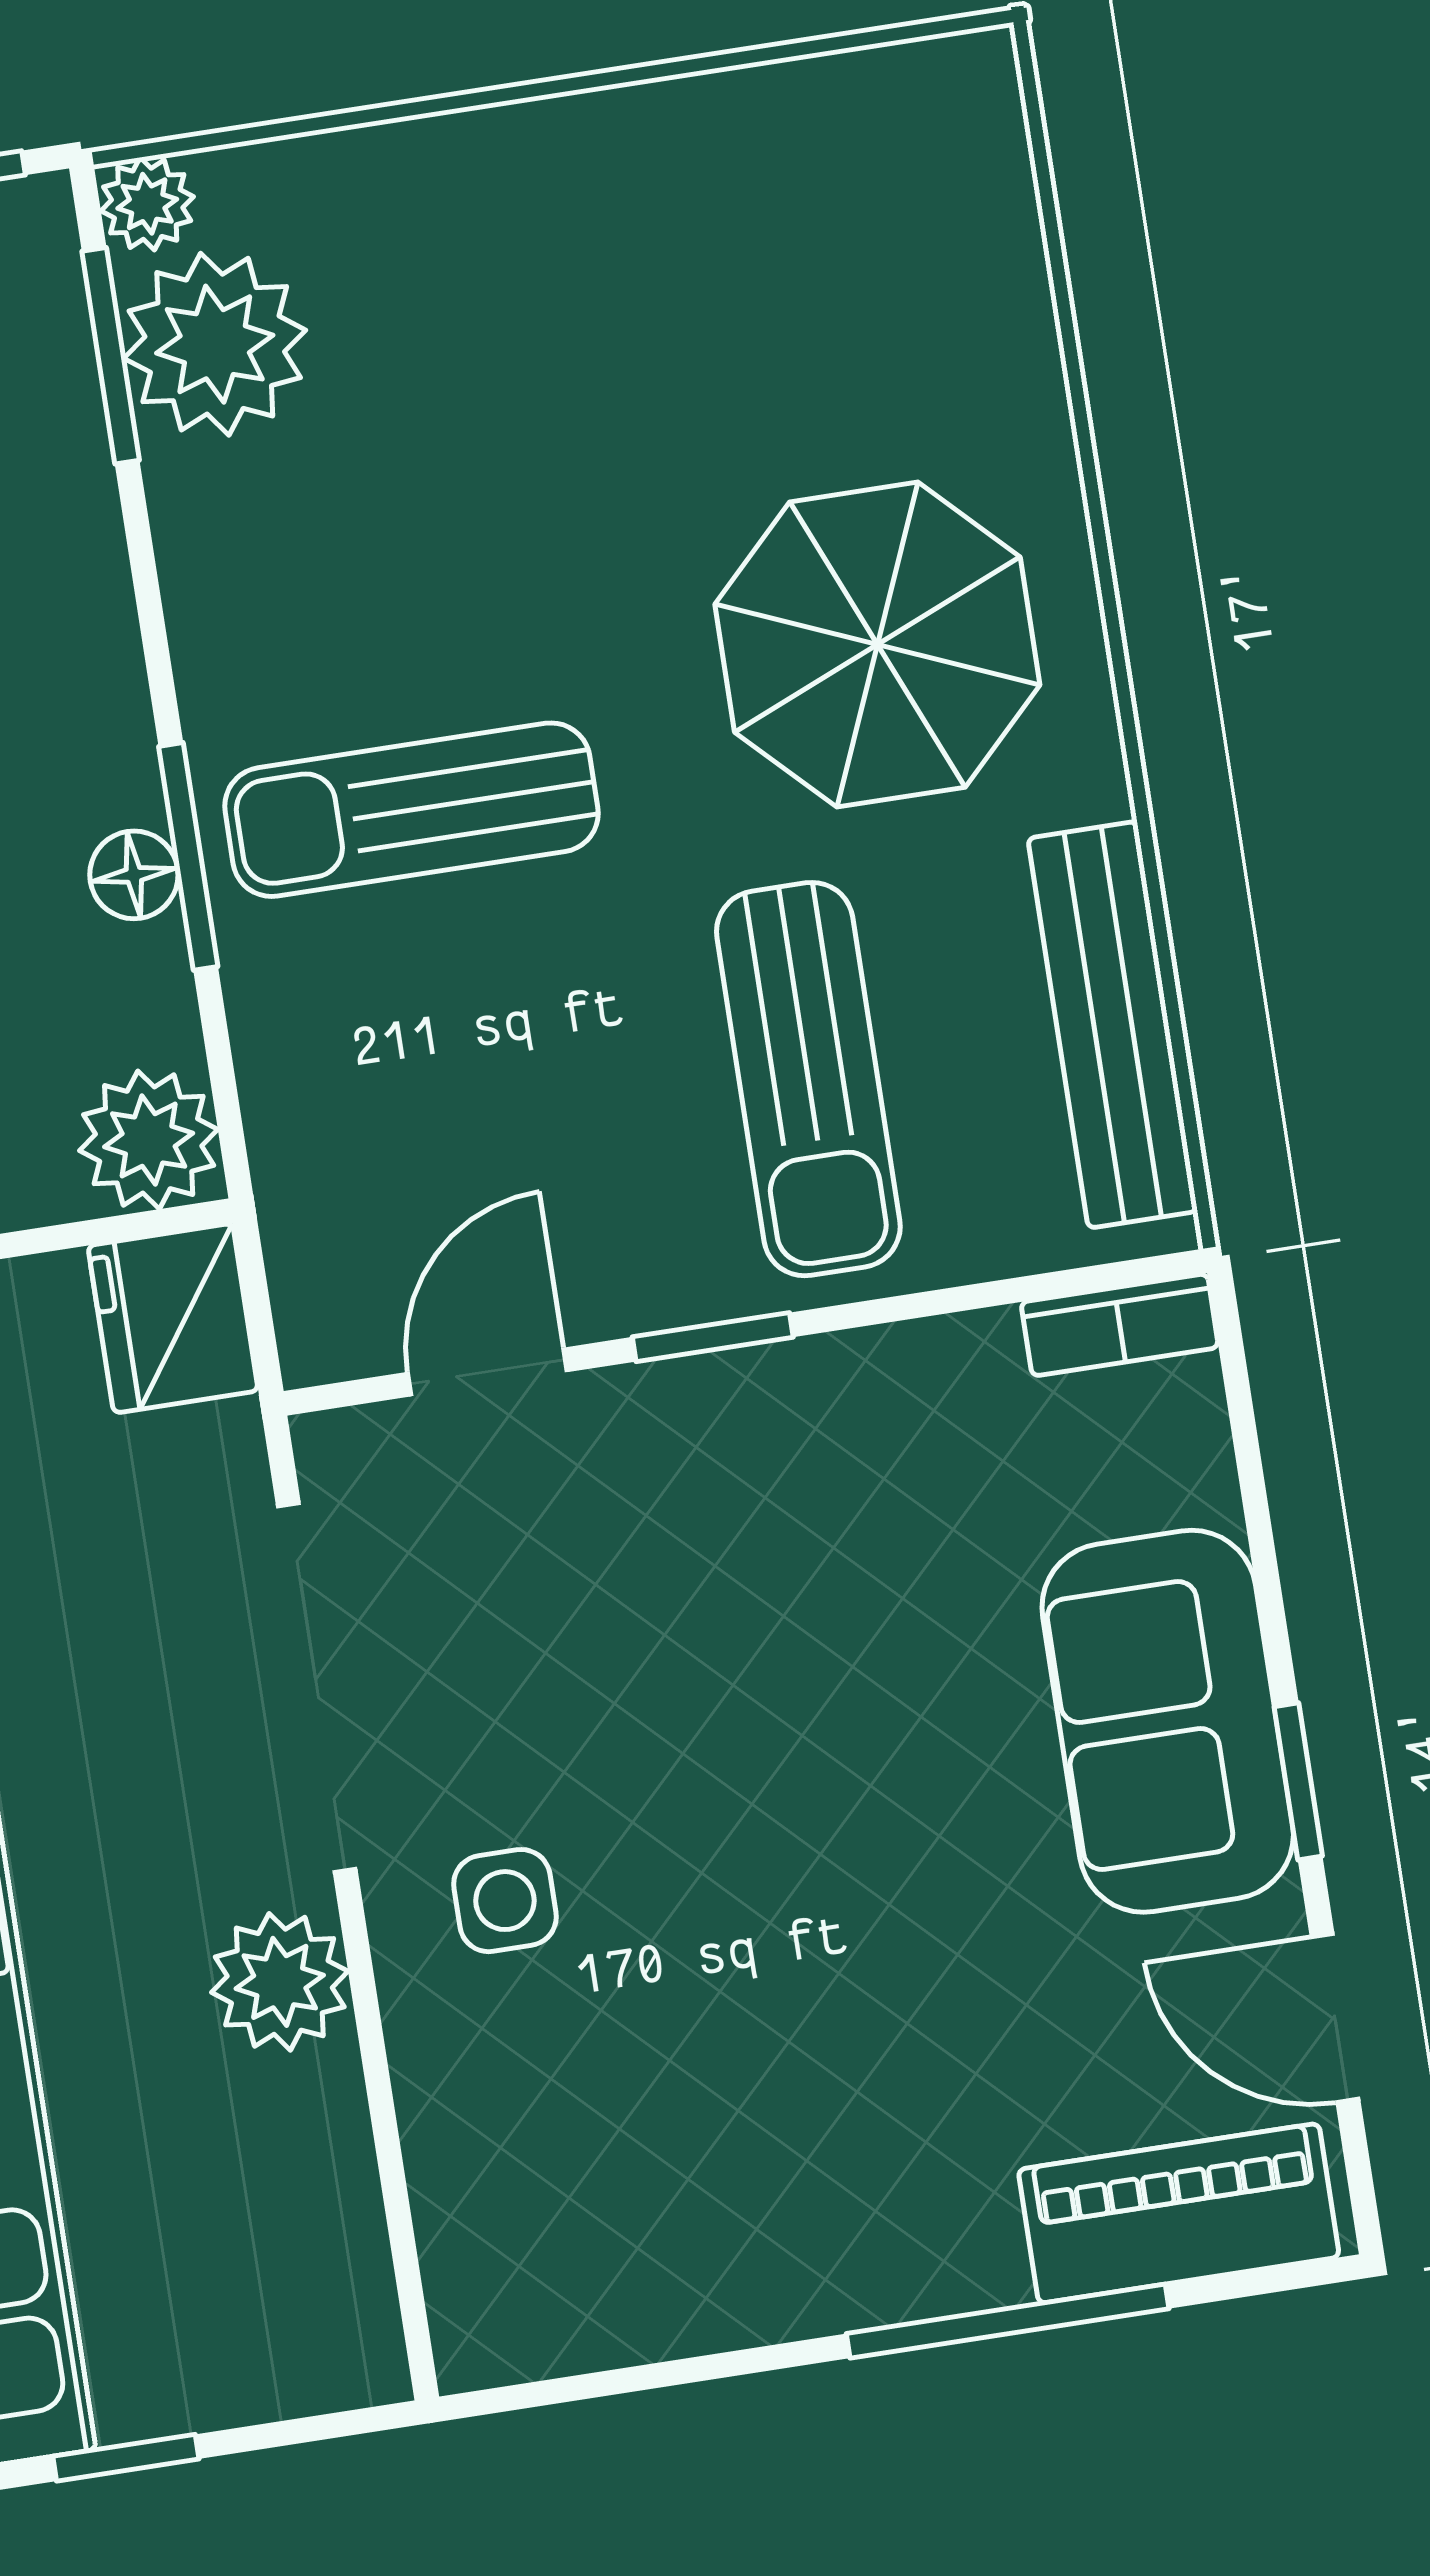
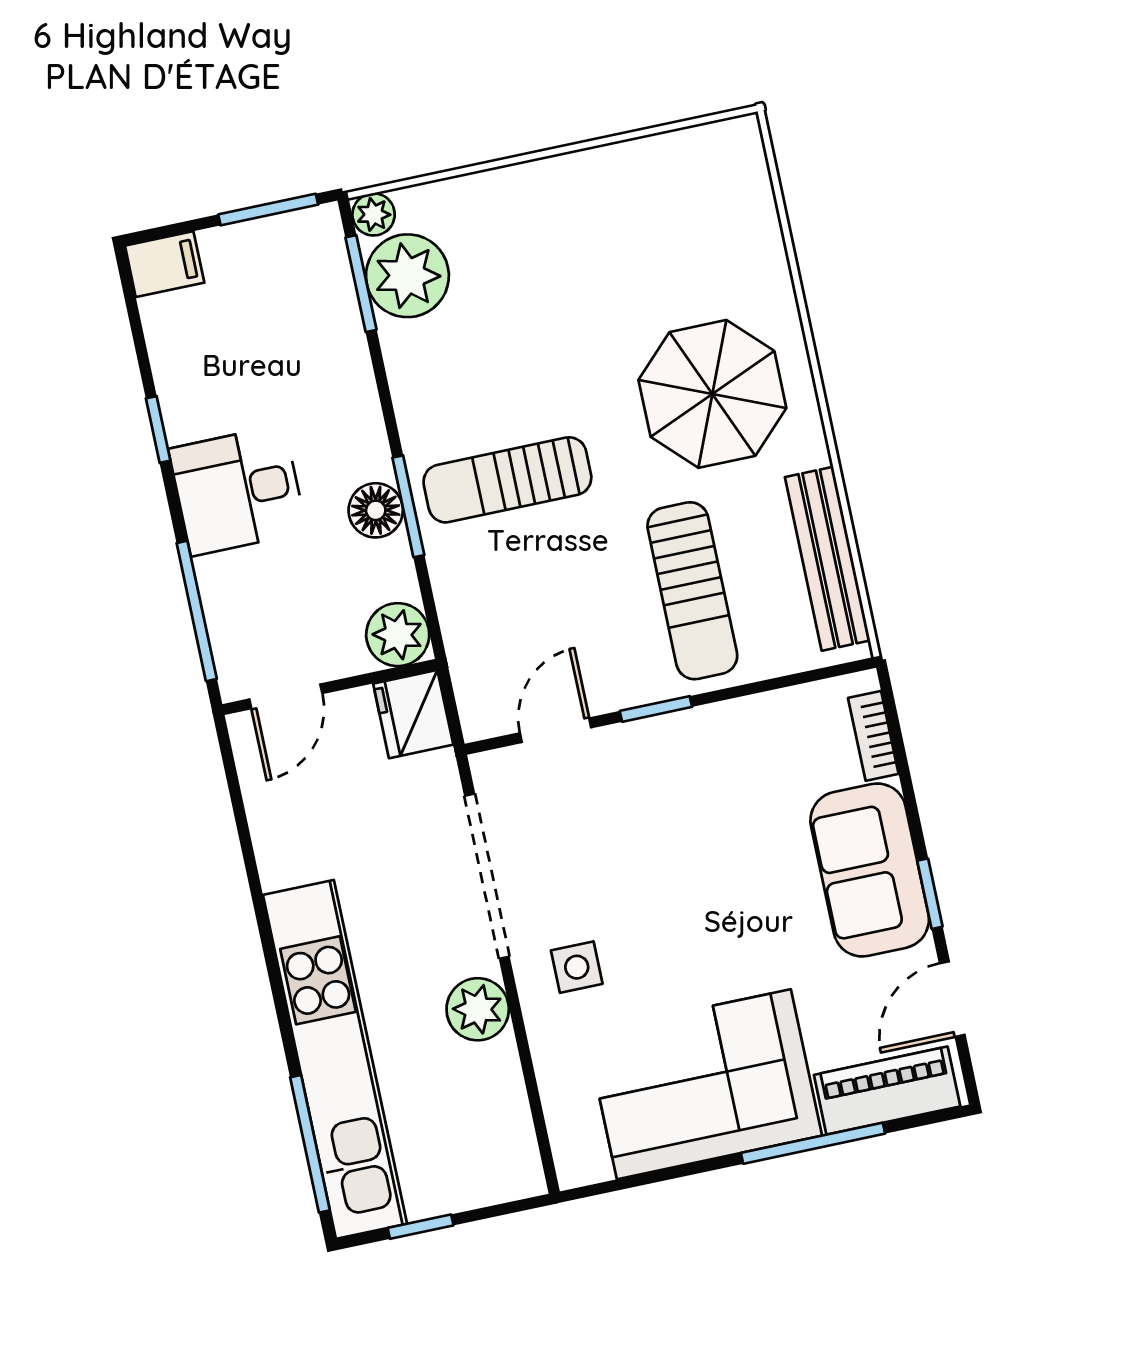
floor lamp: (134, 875) -> (376, 510), width x1.37, depth x1.37
bookcase: (1120, 1325) -> (873, 736), moved, turned 90
door: (1335, 2018) -> (952, 999), hinge flipped
corner sofa: (773, 2176) -> (704, 1084), added

